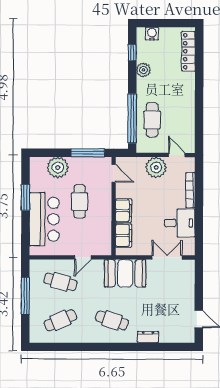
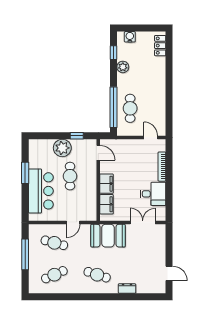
locker: (189, 51) -> (160, 46), width x0.66
window: (88, 153) -> (77, 136), width x0.46
plant: (58, 167) -> (62, 148), moved
plant: (156, 167) -> (133, 148), removed

